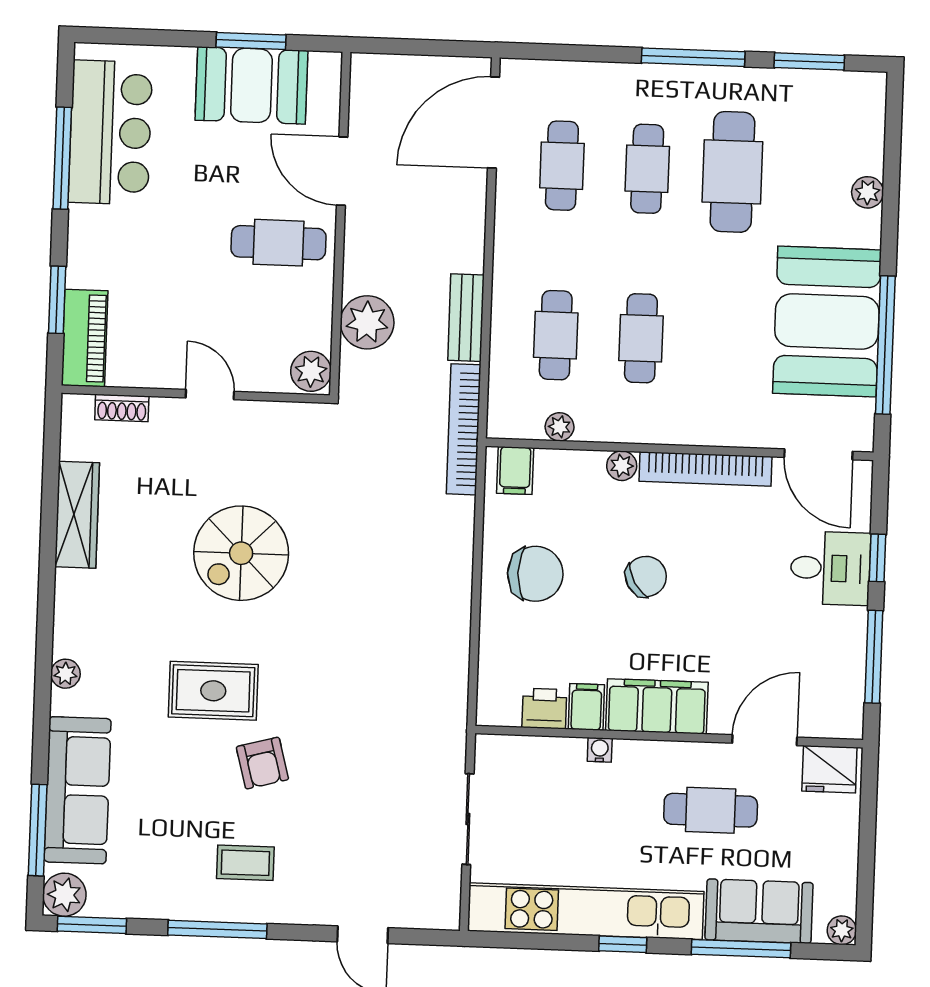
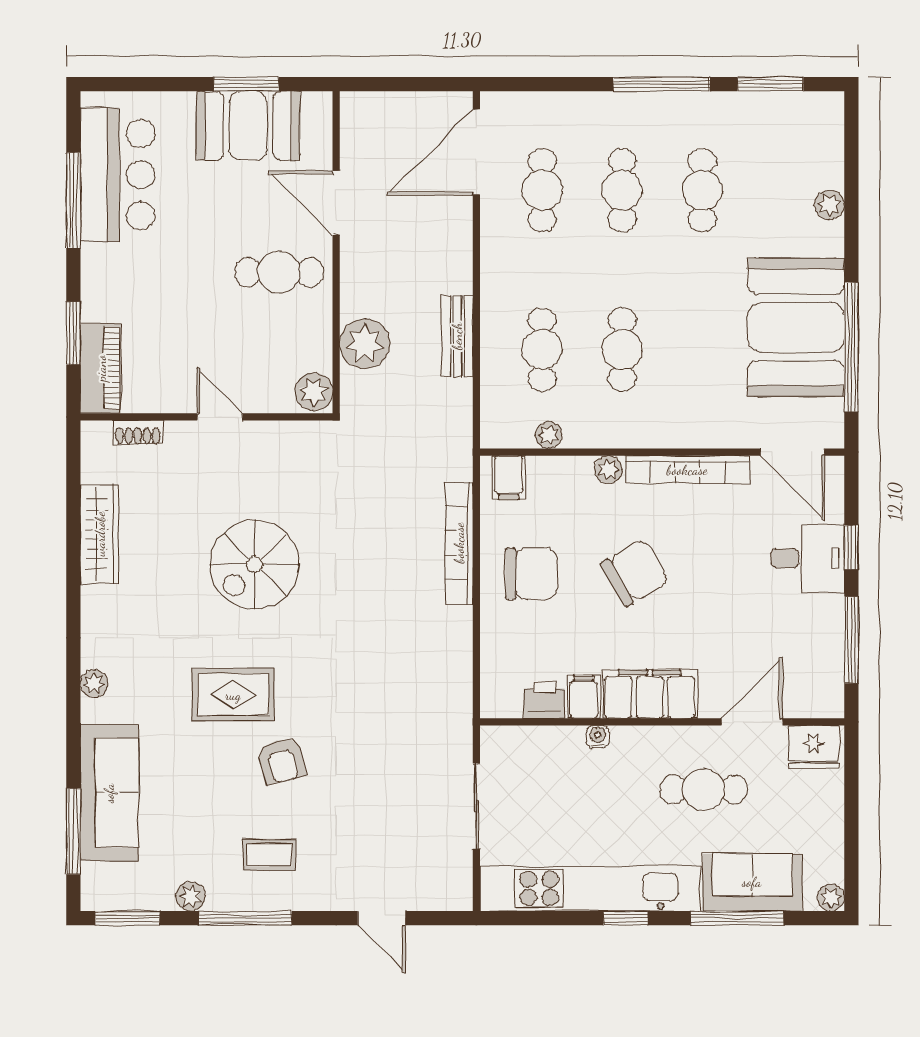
cafe table: (732, 172) -> (702, 190), width x0.73, depth x0.74
bookcase: (464, 429) -> (459, 543), moved
chair: (646, 577) -> (635, 573), width x1.37, depth x1.37
plant: (64, 895) -> (190, 896), moved, width x0.73, depth x0.73

